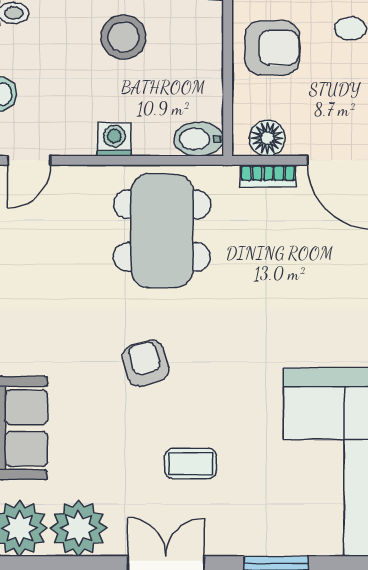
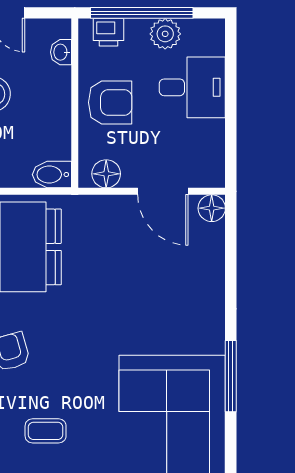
bookcase: (268, 176) -> (107, 204), removed

